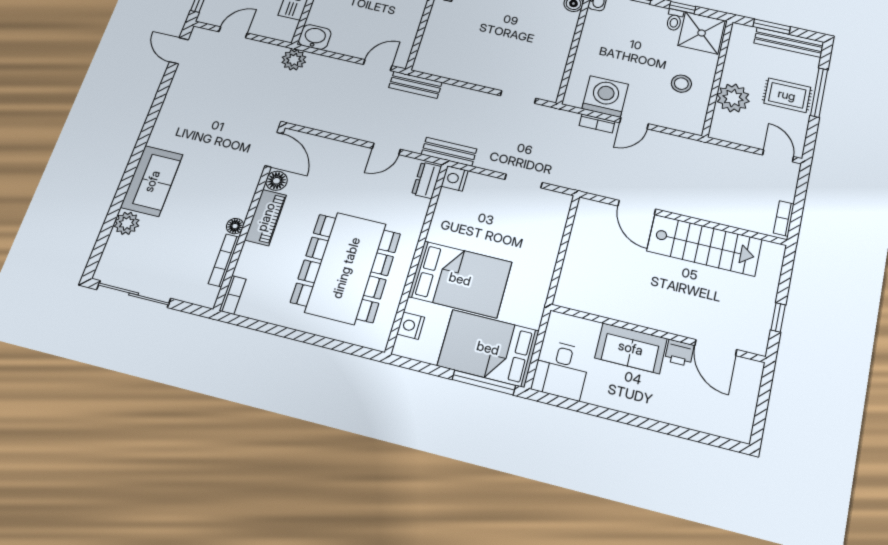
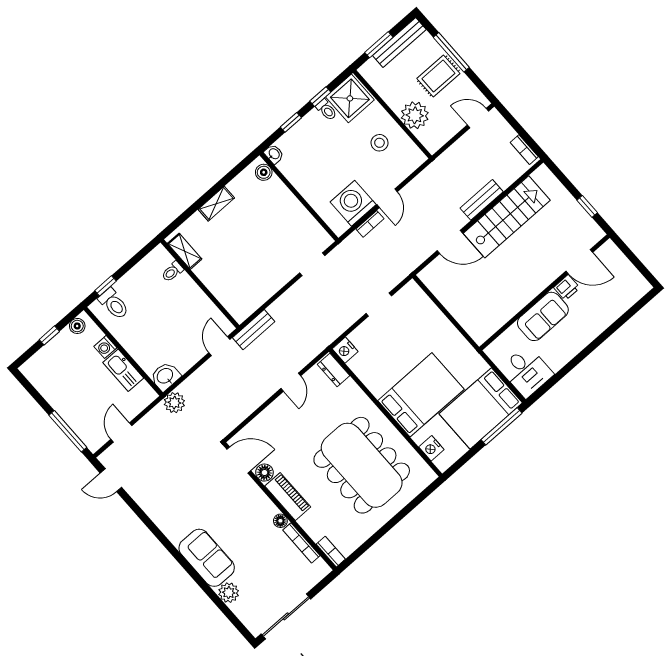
bench: (449, 152) -> (482, 200), moved

